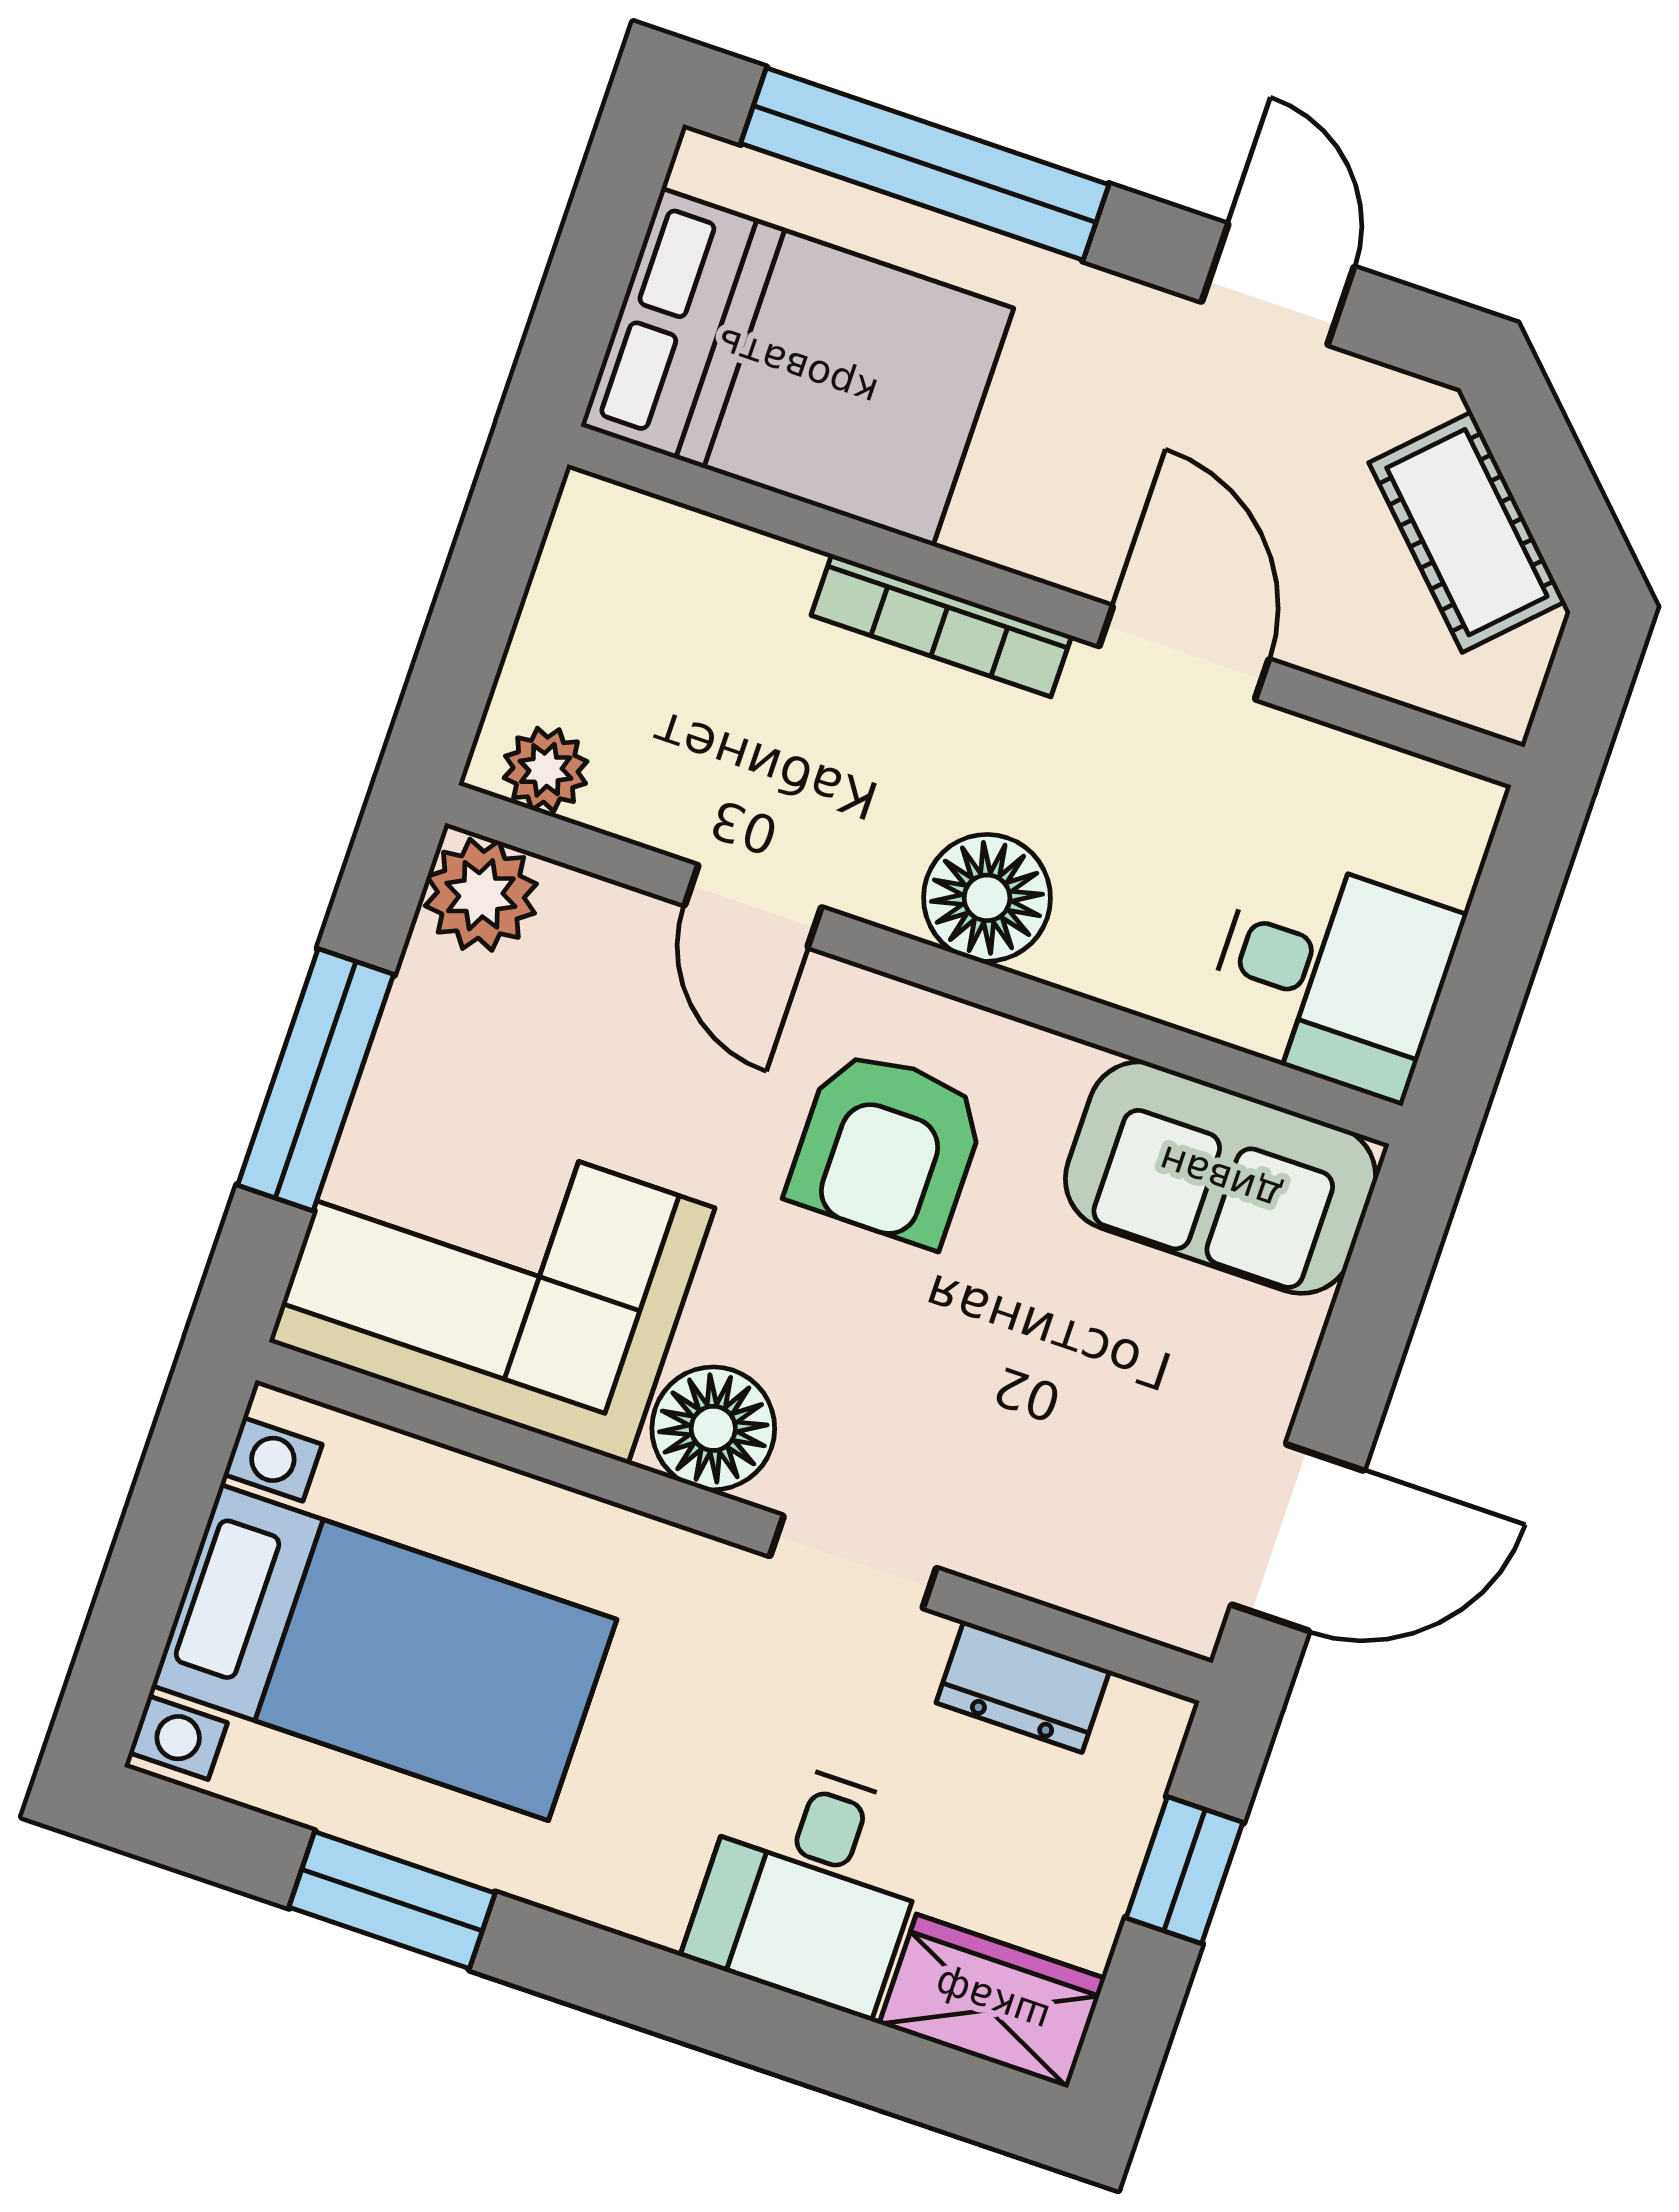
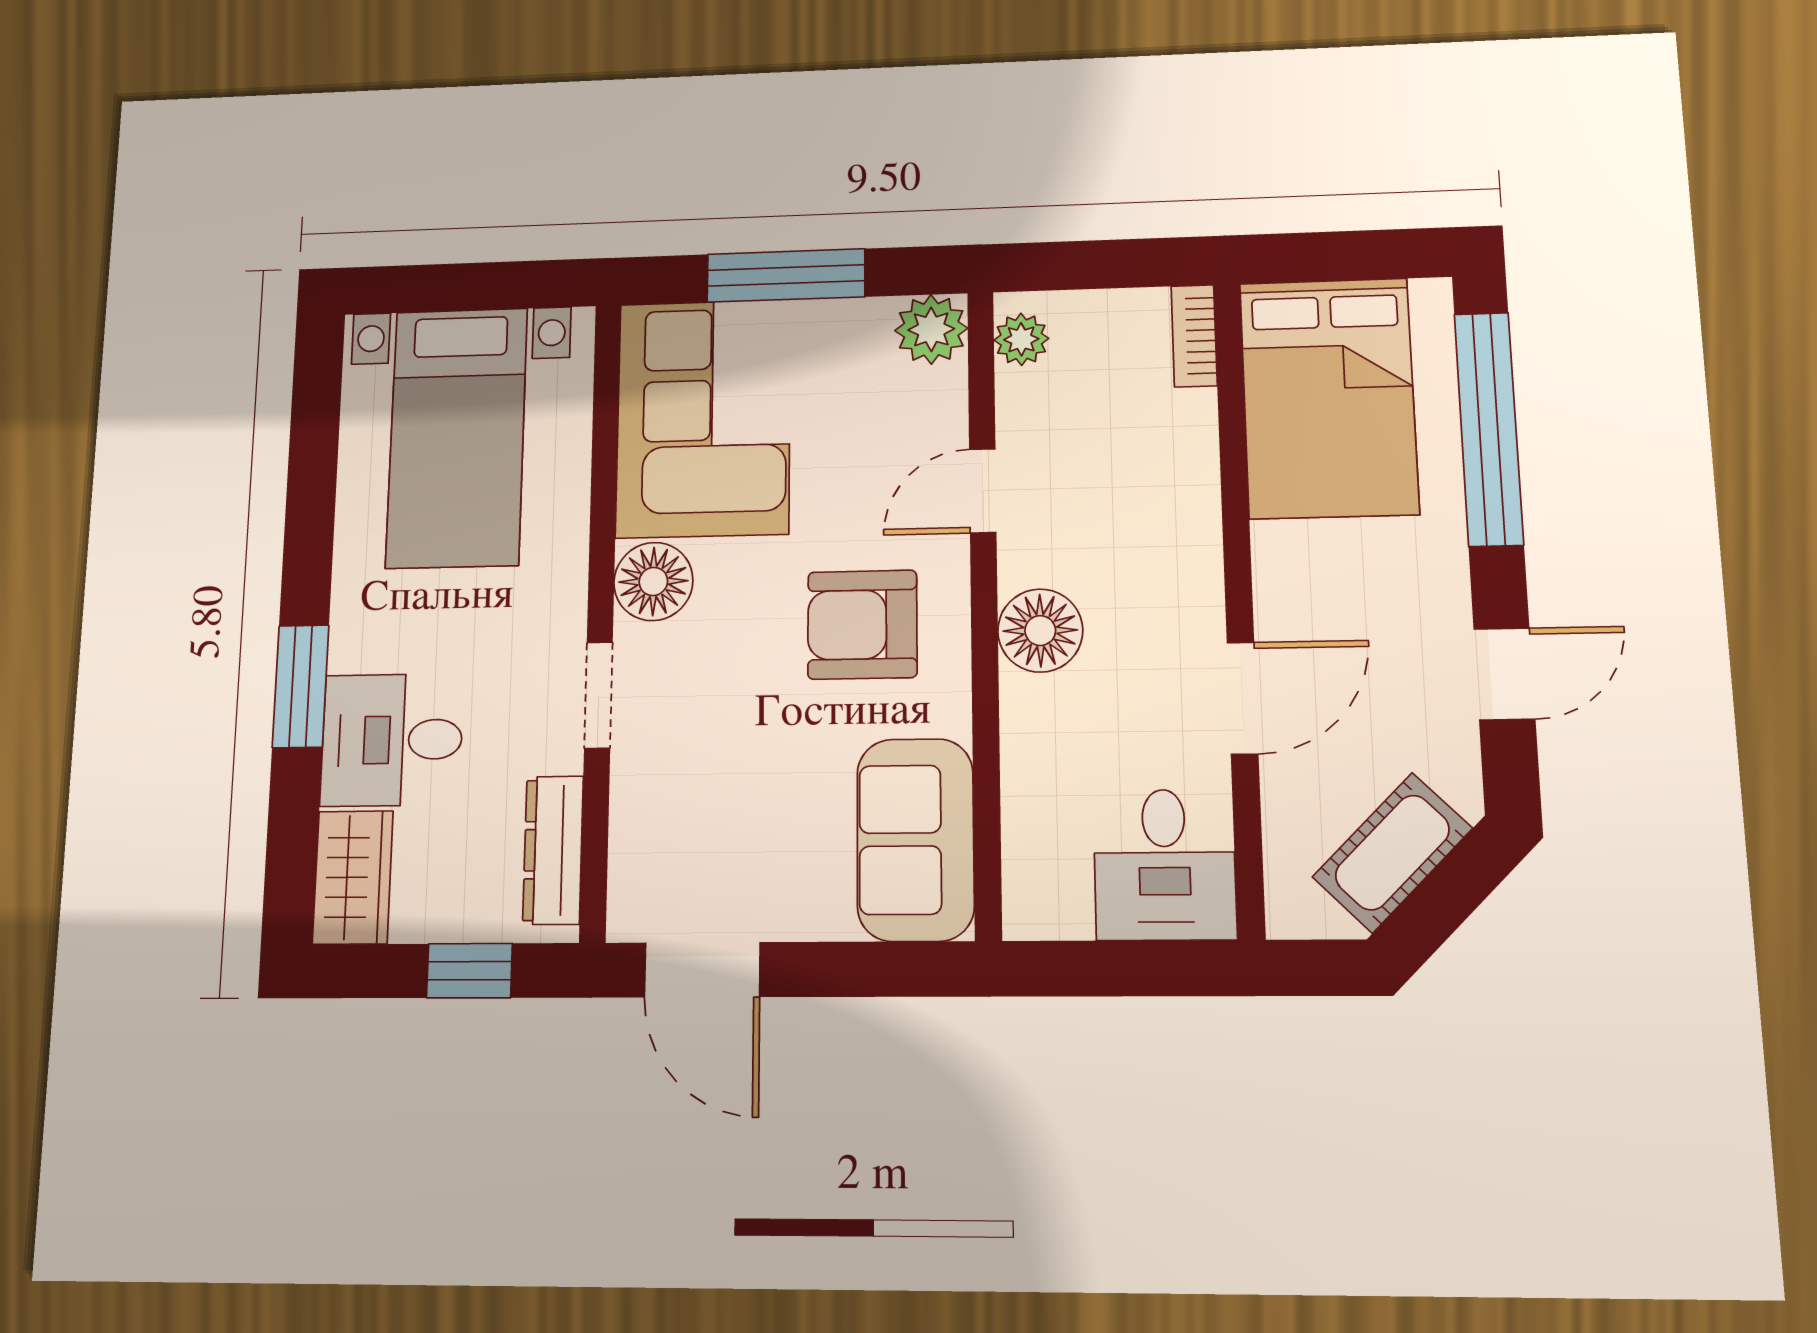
bookcase: (941, 625) -> (1194, 336), moved, width x0.64
desk: (1332, 975) -> (1165, 865), moved
dresser: (1023, 1687) -> (553, 850), width x1.44
window: (392, 1900) -> (301, 686), moved

